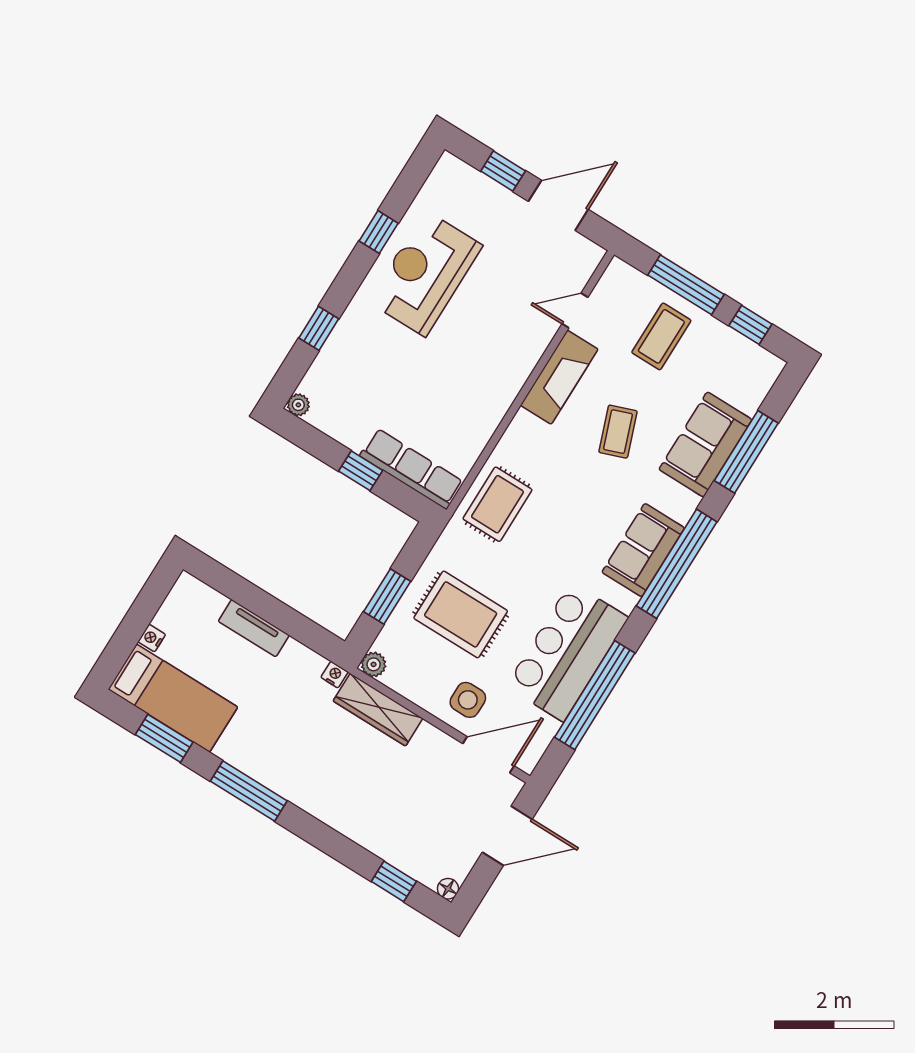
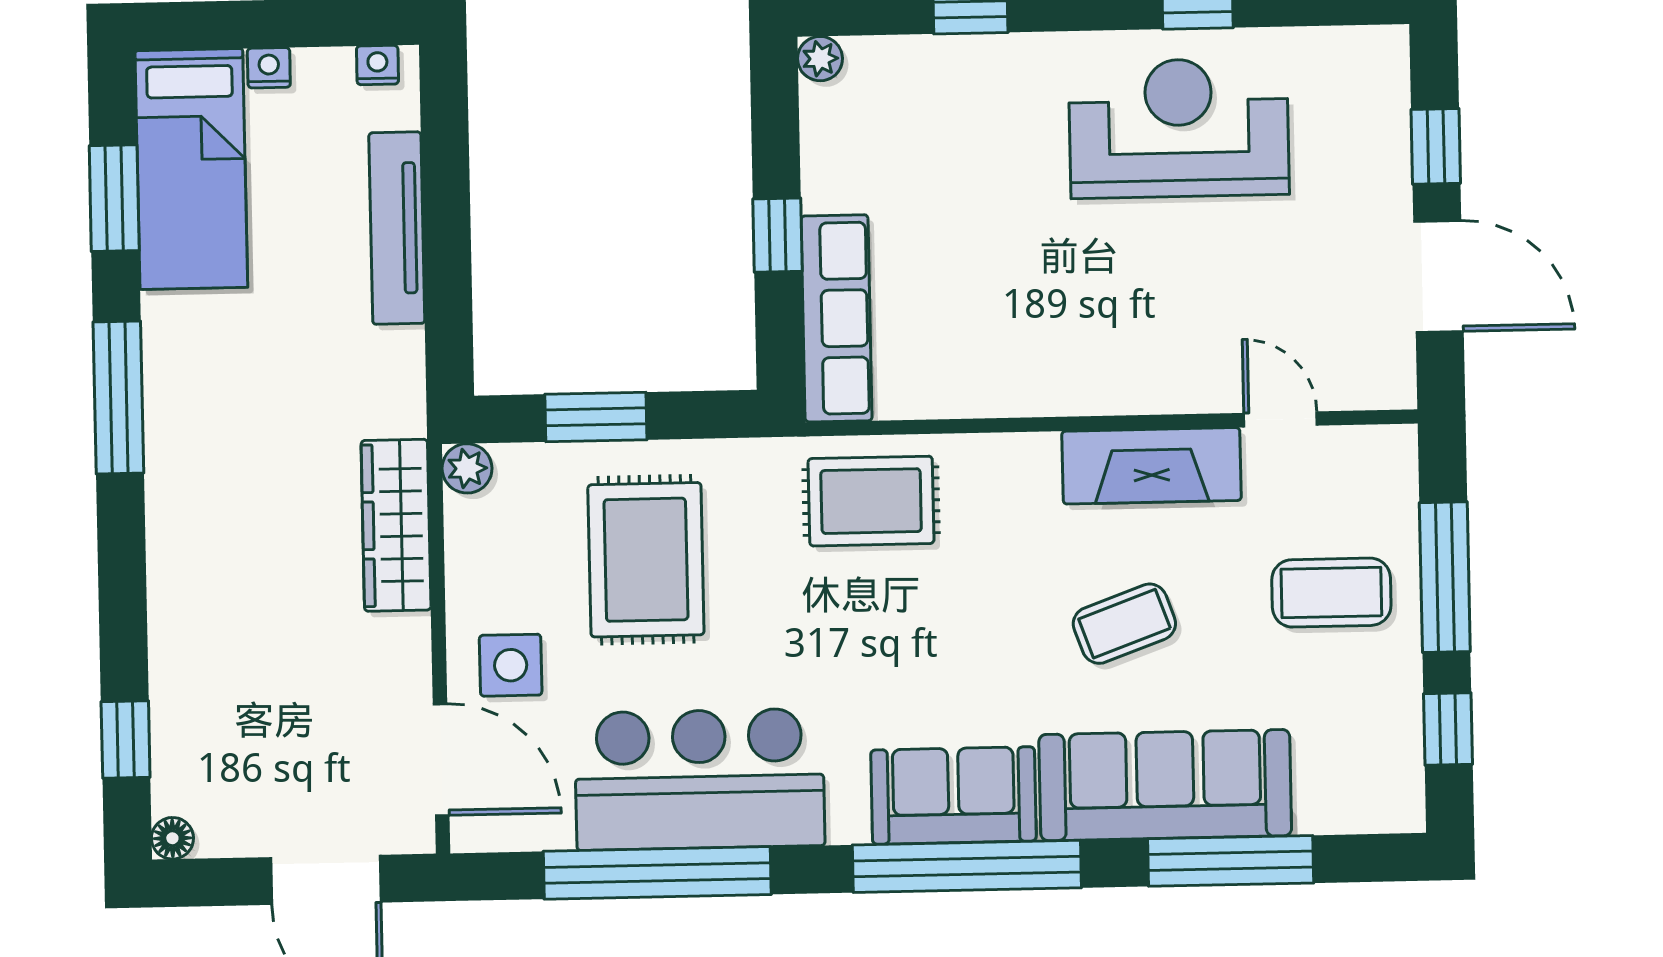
sofa: (705, 444) -> (1165, 785), width x1.36
tv unit: (254, 628) -> (397, 228), width x1.41
nightstand: (334, 675) -> (377, 65), moved, turned -90

